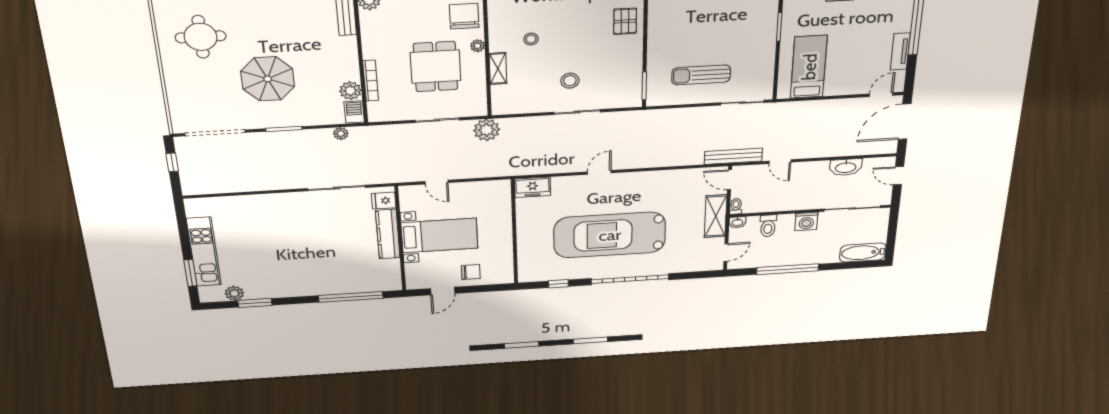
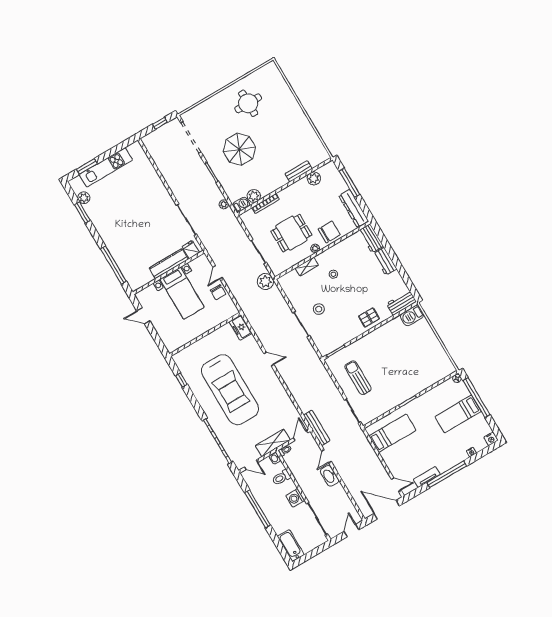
washbasin: (846, 167) -> (329, 476), moved
car: (610, 235) -> (230, 390), turned 180
chair: (471, 272) -> (218, 292), moved
garage door: (630, 279) -> (217, 441), moved

